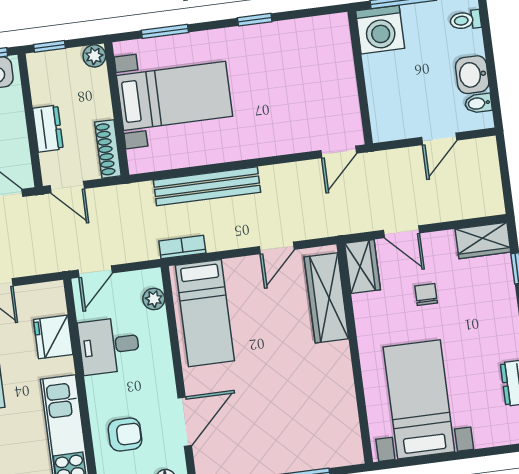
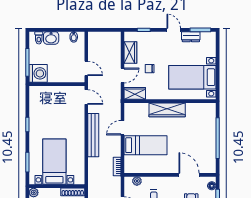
washbasin: (472, 75) -> (51, 38), moved
door: (439, 139) -> (86, 68), moved
bench: (207, 186) -> (93, 135), moved
wardrobe: (483, 240) -> (130, 53), moved
door: (277, 248) -> (122, 128), swing flipped
wardrobe: (326, 298) -> (167, 110), moved
bed: (205, 313) -> (145, 145), moved

